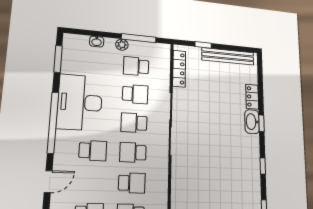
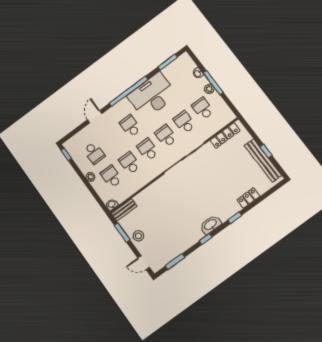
window: (139, 38) -> (213, 83), moved
window: (203, 45) -> (266, 151), moved
school desk: (135, 94) -> (184, 122), turned 180
washbasin: (252, 122) -> (211, 225), moved
school desk: (93, 151) -> (130, 126), turned 180
door: (48, 182) -> (95, 117), swing flipped
school desk: (132, 183) -> (129, 163), turned 180

